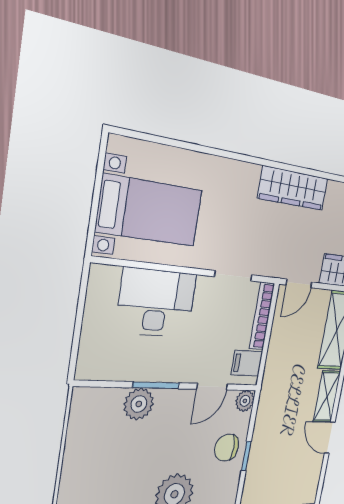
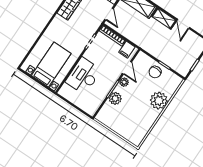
plant: (245, 401) -> (124, 82), moved
door: (330, 438) -> (183, 24), hinge flipped

